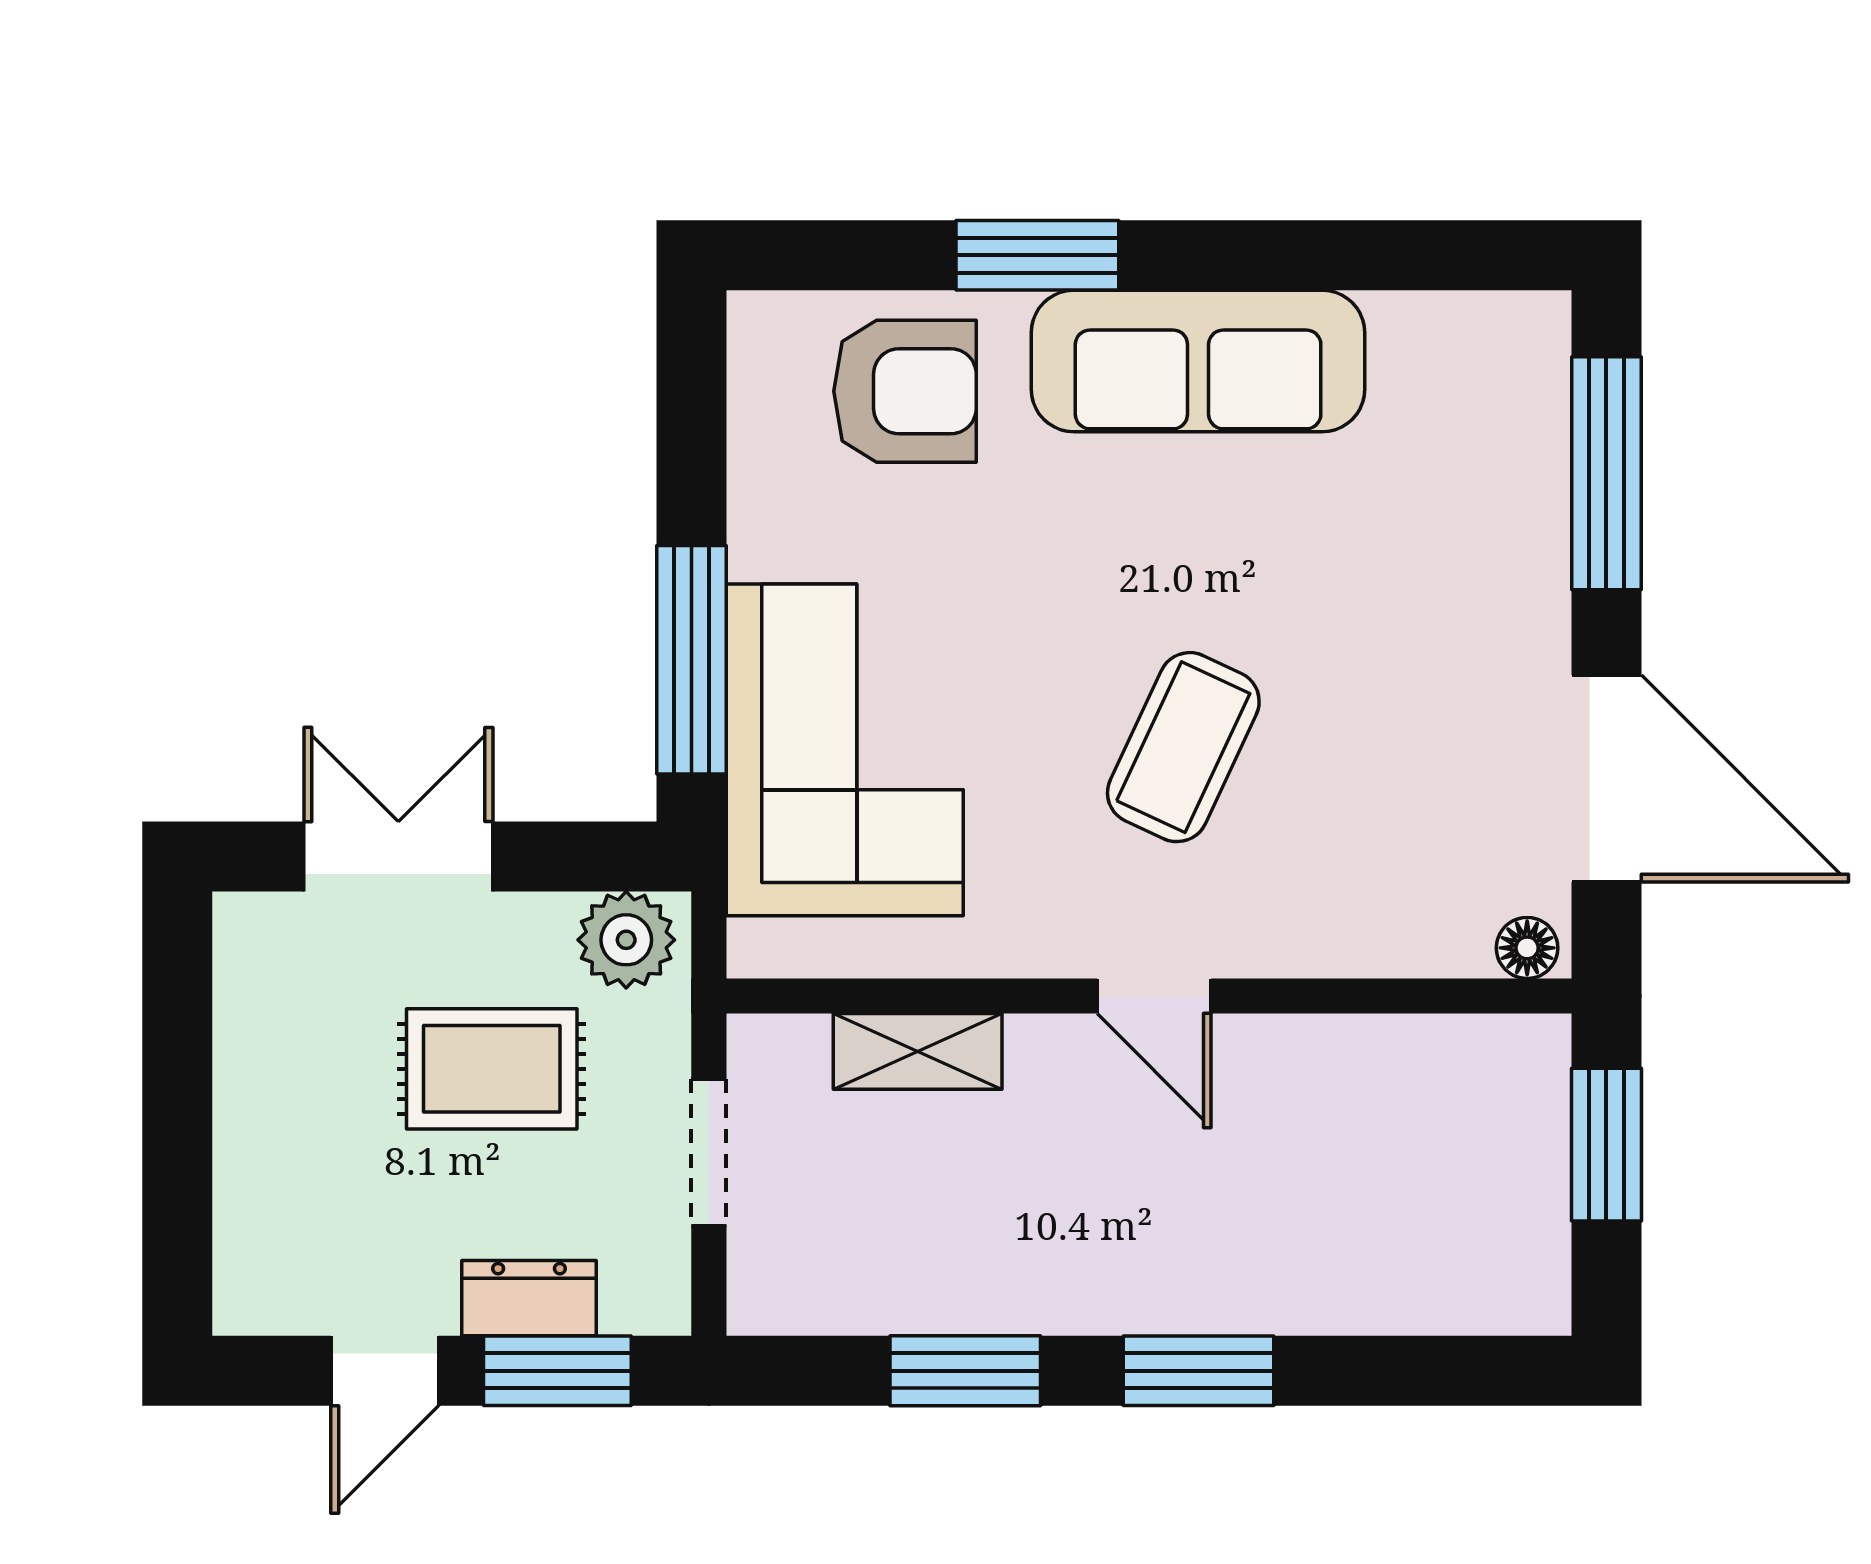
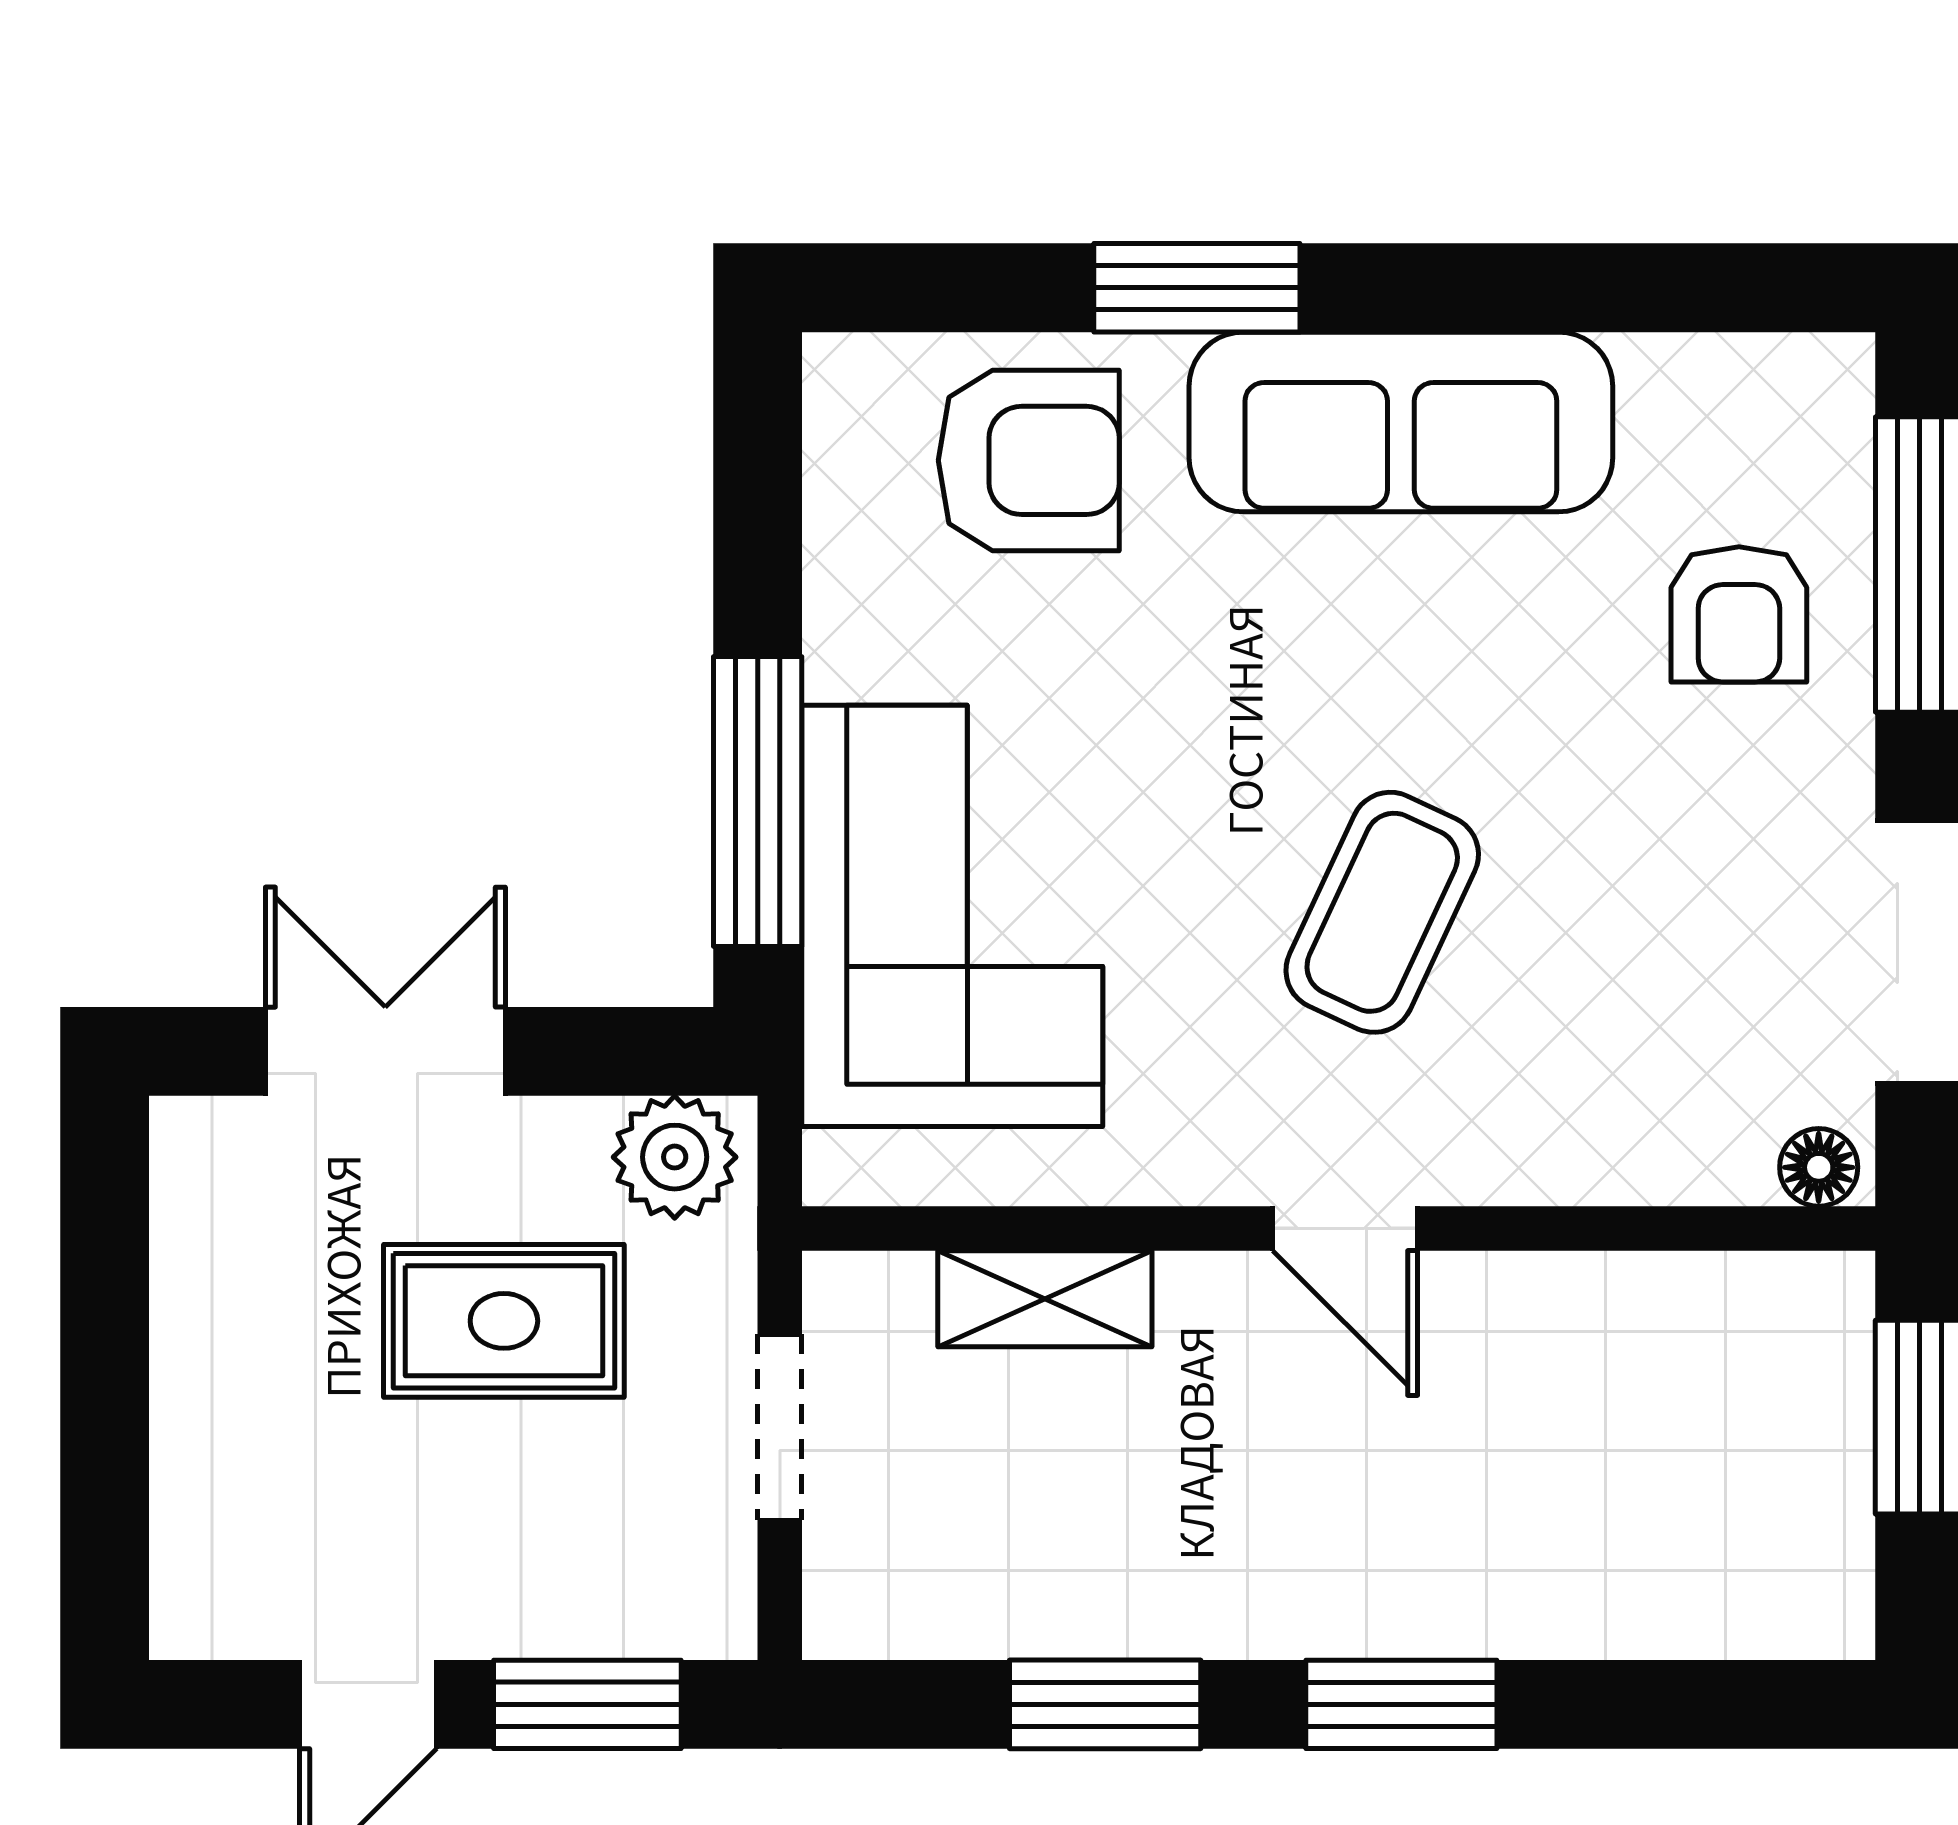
armchair: (1464, 512) -> (1739, 614), added
dresser: (529, 1298) -> (551, 1612), removed

